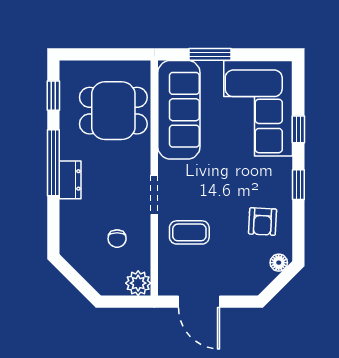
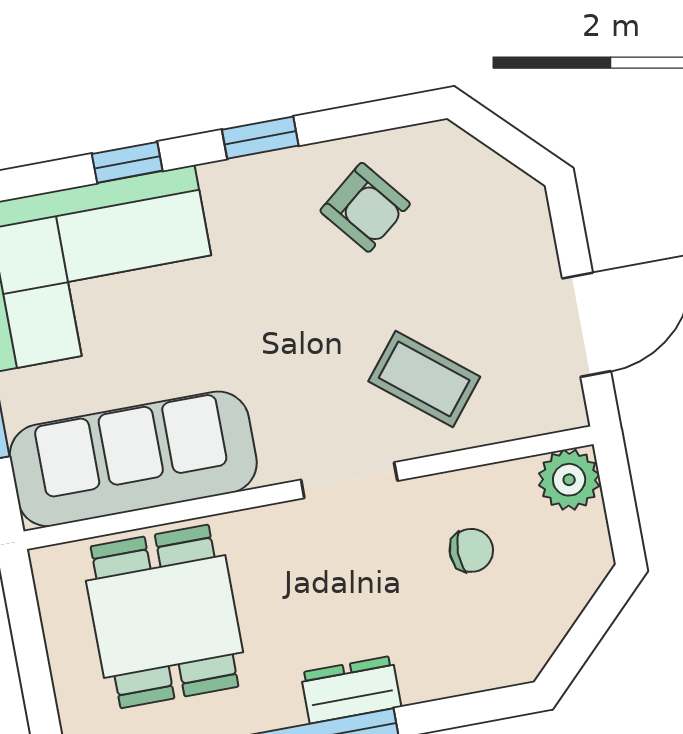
armchair: (263, 222) -> (365, 207), turned 48
coffee table: (189, 232) -> (424, 379), turned -51
floor lamp: (279, 263) -> (457, 150), removed

